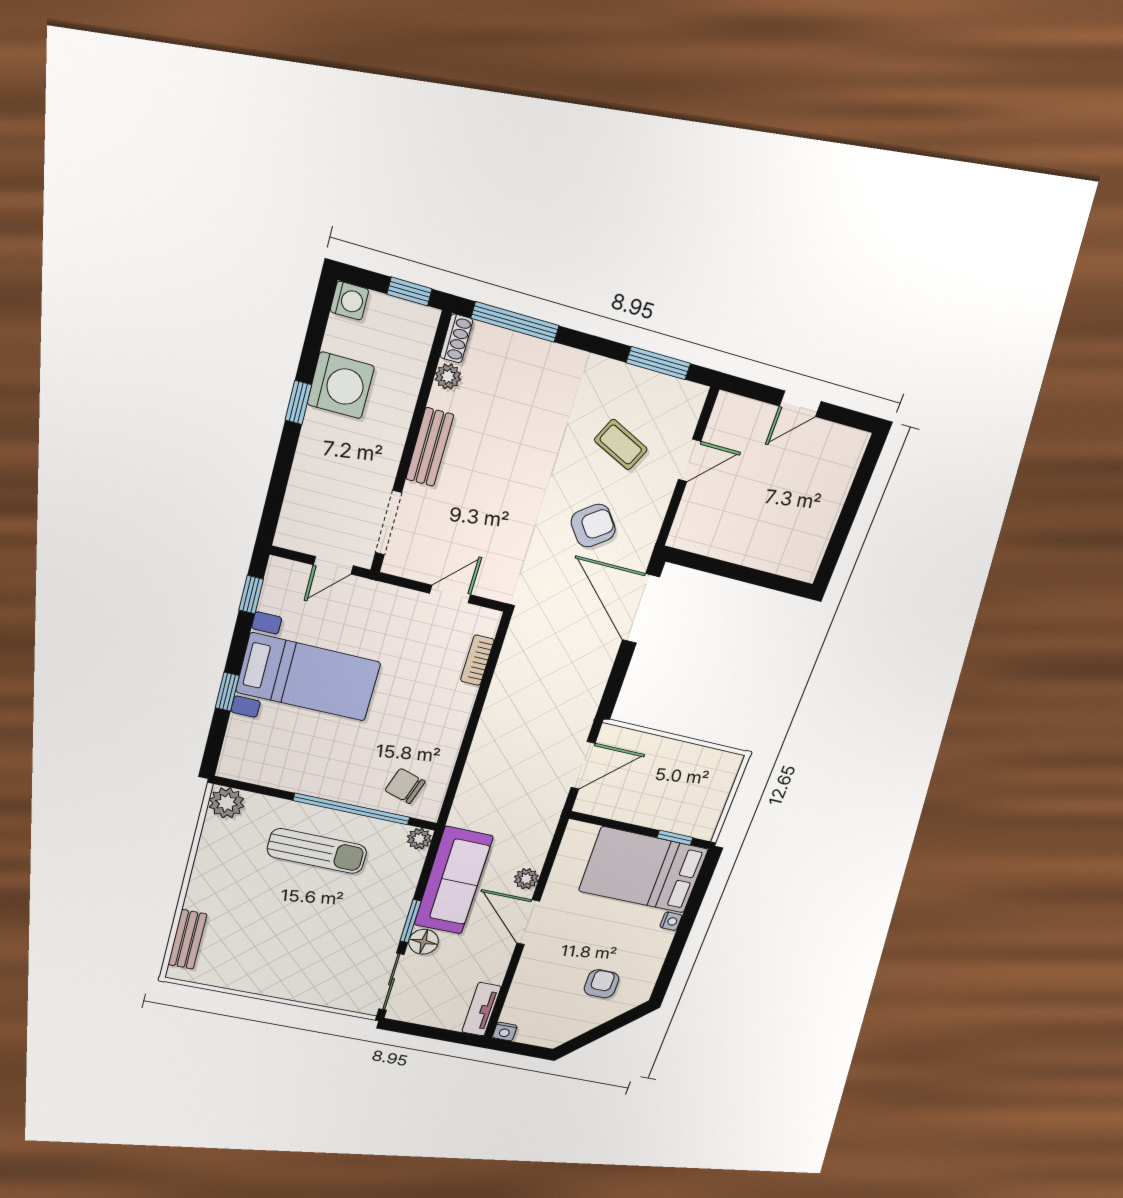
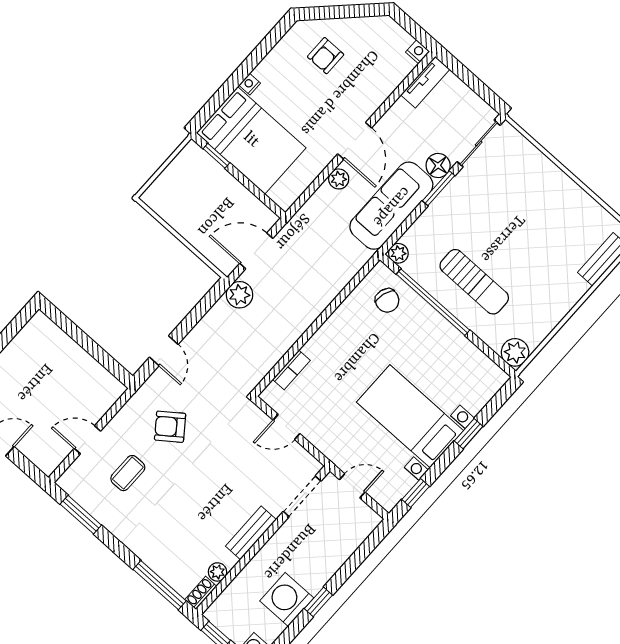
coffee table: (621, 445) -> (128, 473), turned 65
door: (641, 609) -> (164, 351), width x0.53
plant: (580, 711) -> (240, 295), added
sun lounger: (317, 851) -> (474, 282), turned 180

